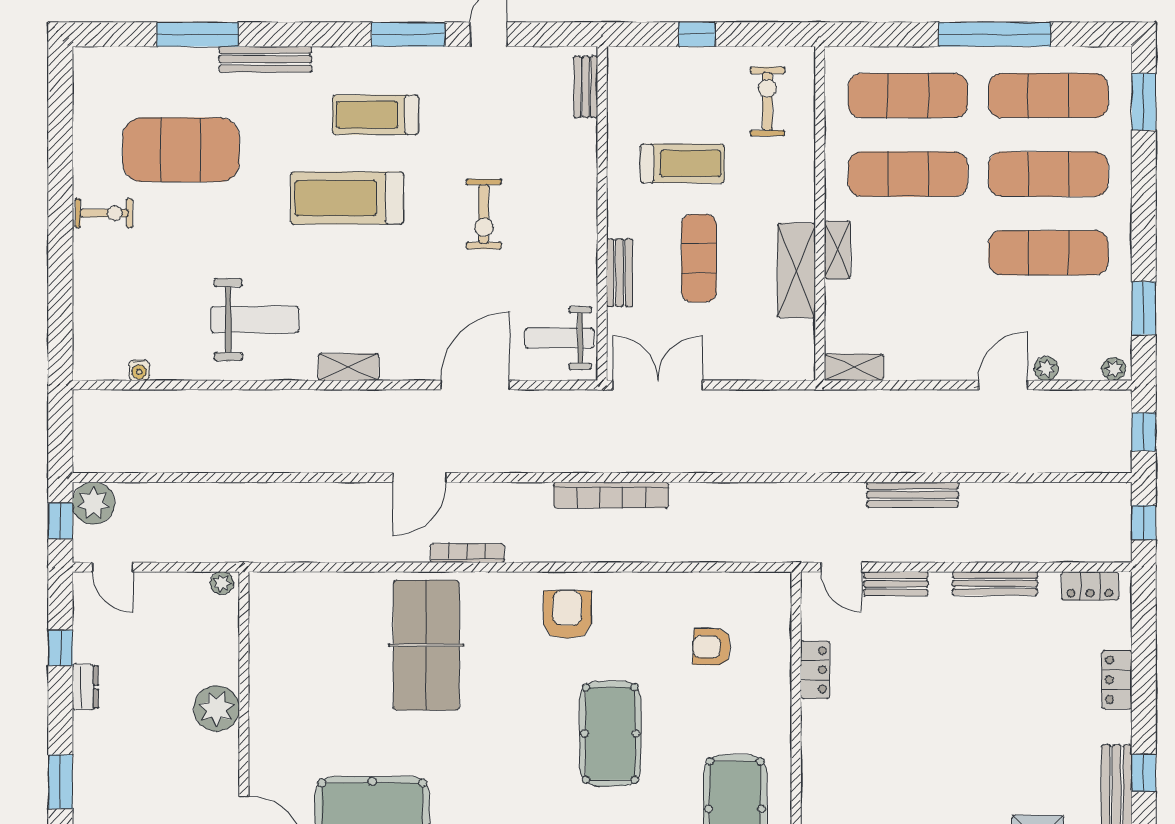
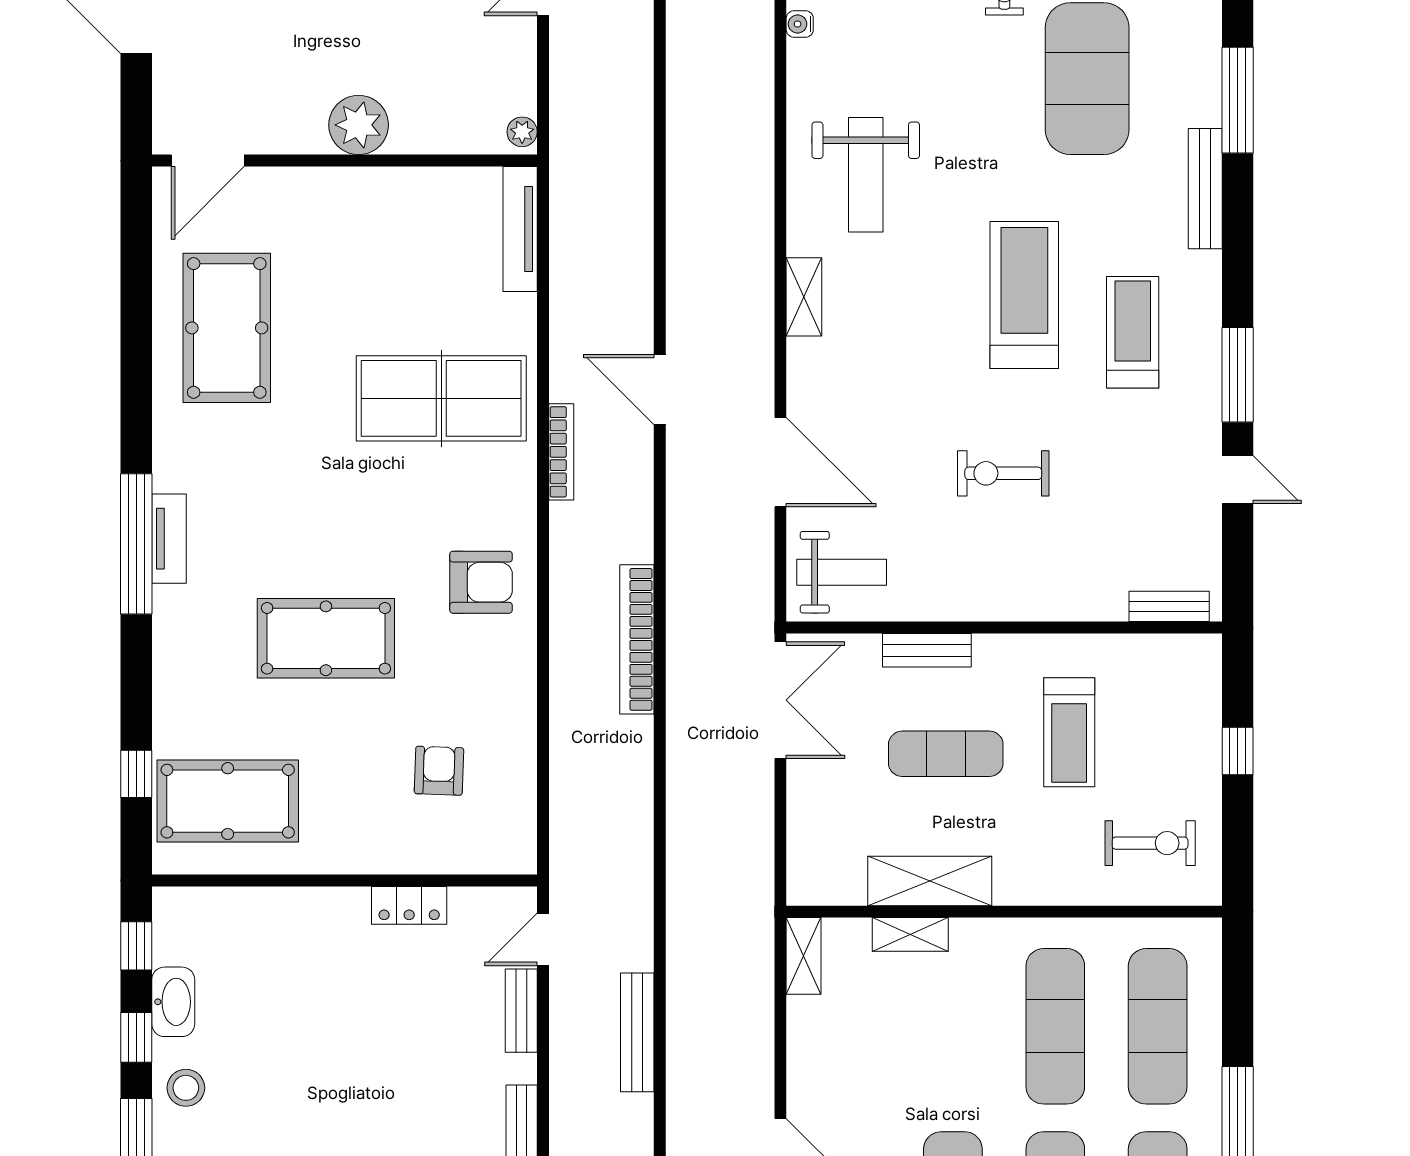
shelving: (837, 250) -> (910, 934), moved
weight bench: (560, 338) -> (842, 572), turned 90
tv unit: (296, 585) -> (520, 229), added

